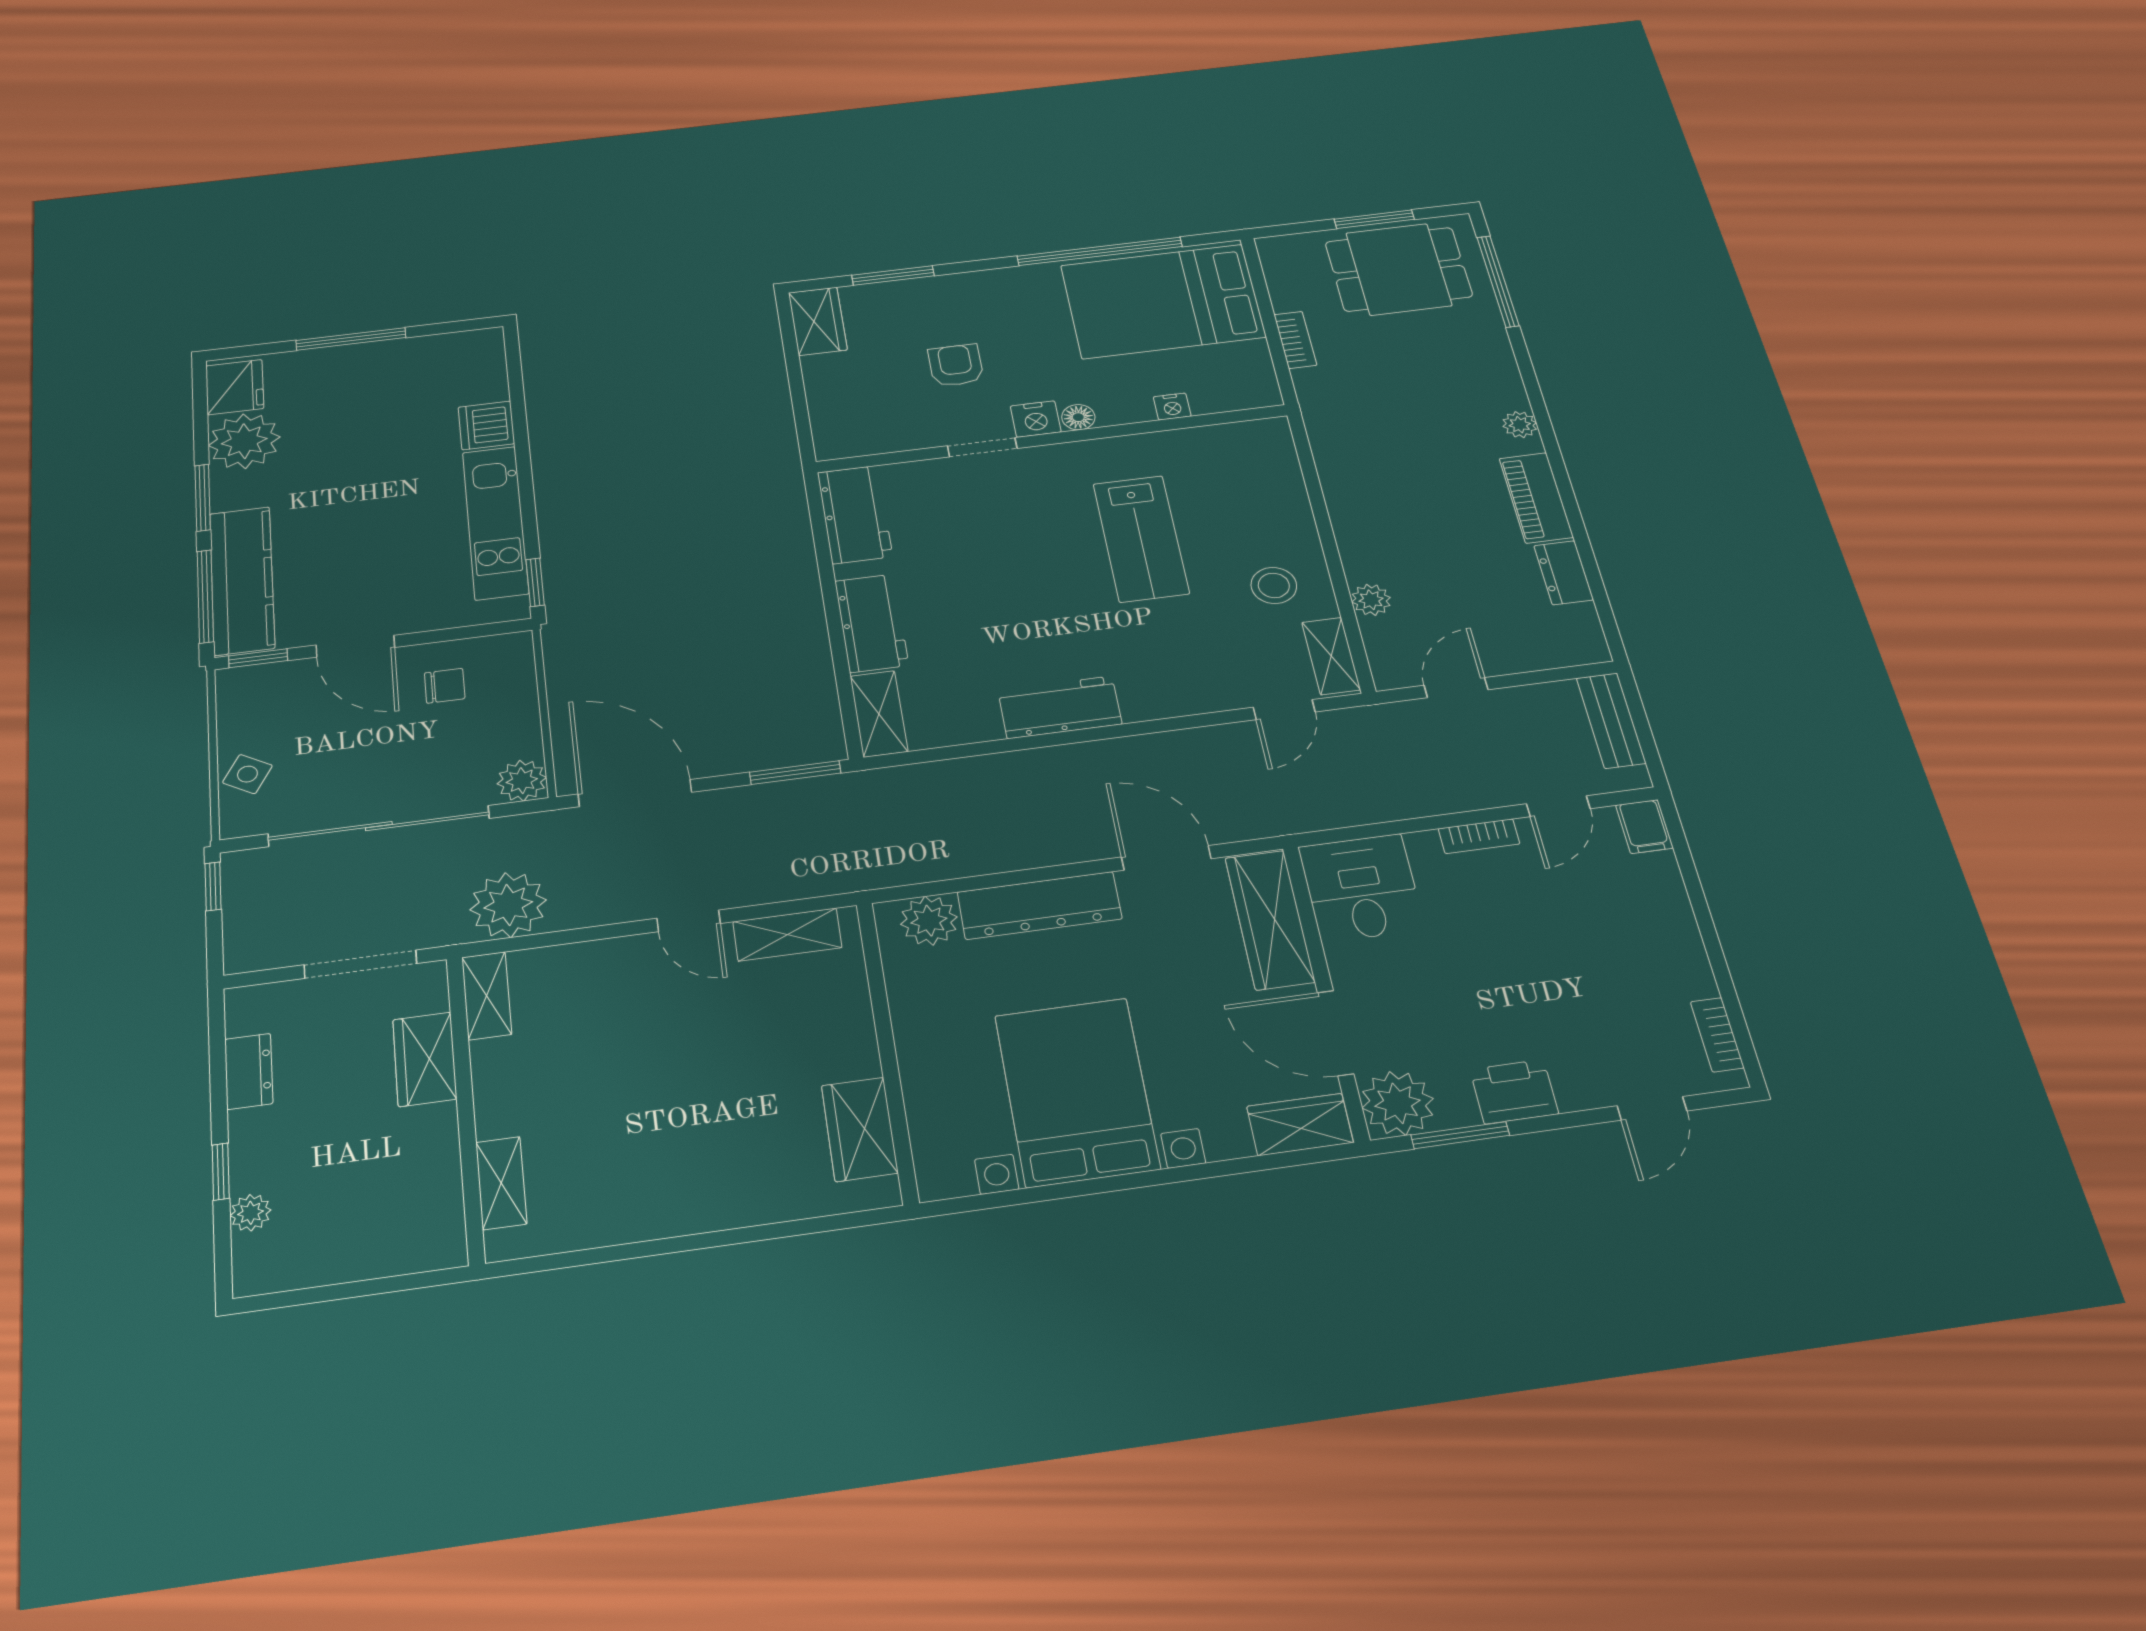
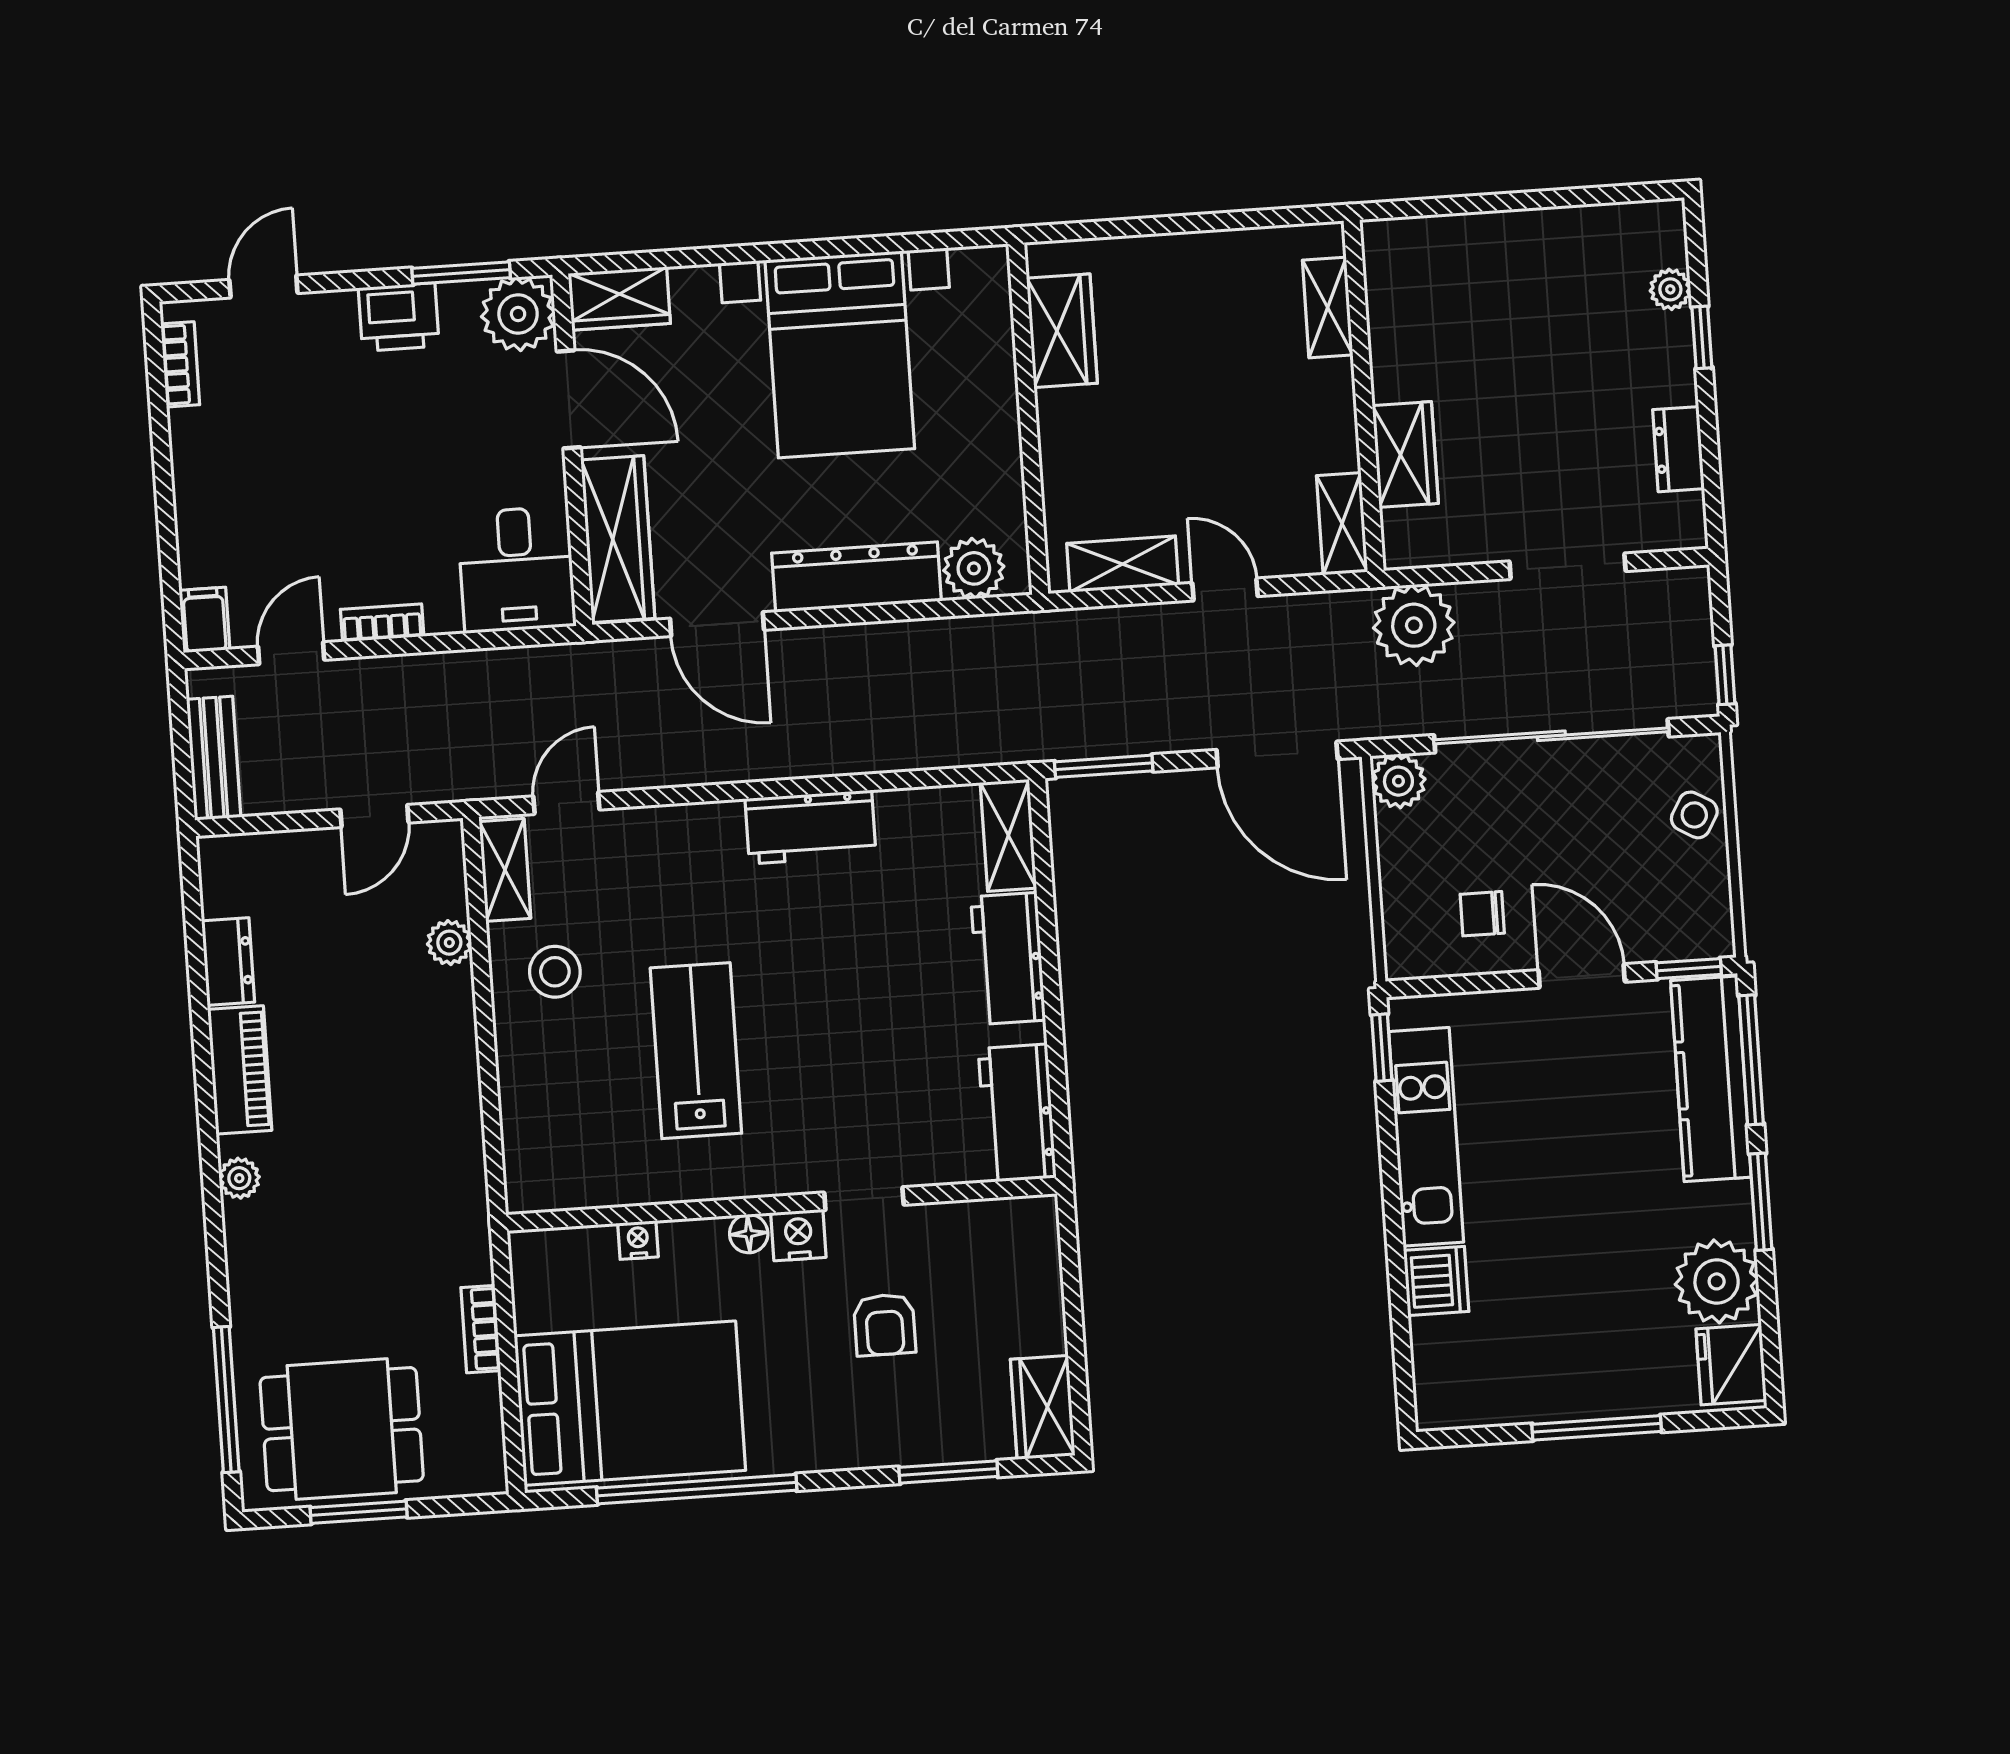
shelving: (487, 996) -> (1342, 524), moved
wardrobe: (425, 1059) -> (1405, 454), moved
wall: (465, 1107) -> (1364, 396), moved
shelving: (501, 1183) -> (1328, 308), moved

